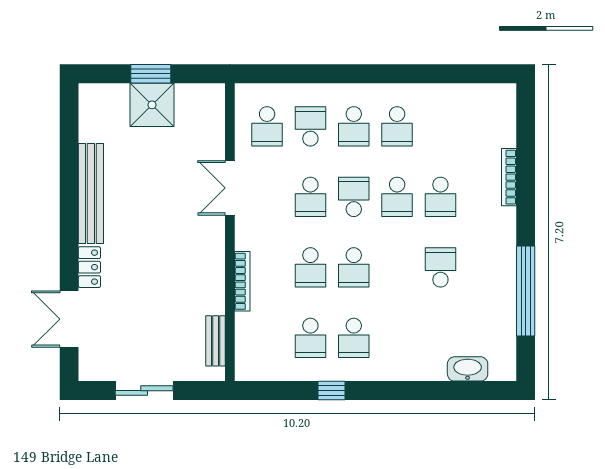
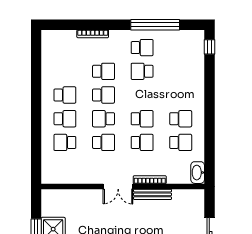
school desk: (267, 126) -> (142, 48), moved
double door: (230, 188) -> (118, 187), moved
bench: (216, 341) -> (153, 194), moved, width x1.36
washbasin: (468, 369) -> (198, 173), moved
window: (332, 391) -> (209, 47), moved

